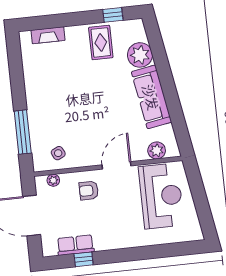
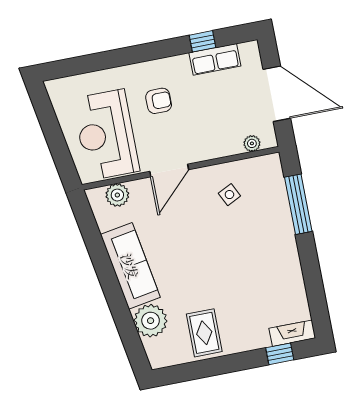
window: (113, 15) -> (280, 354), moved
fireplace: (48, 35) -> (292, 333), moved
side table: (58, 153) -> (229, 195), moved
armchair: (89, 191) -> (159, 101), moved

